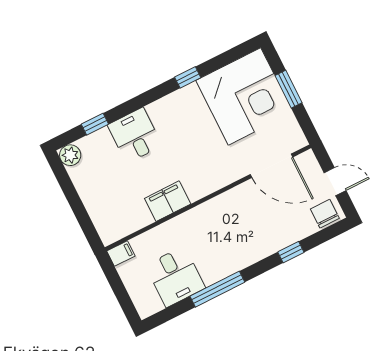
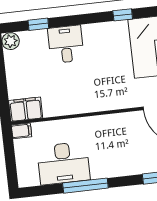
filing cabinet: (168, 201) -> (26, 109), moved
desk: (175, 277) -> (63, 163), width x1.37

